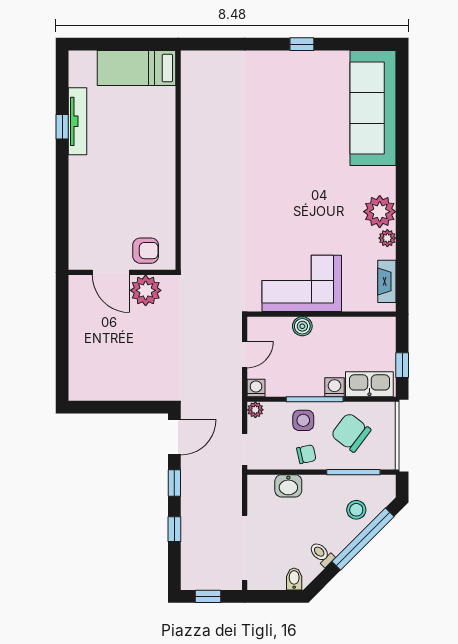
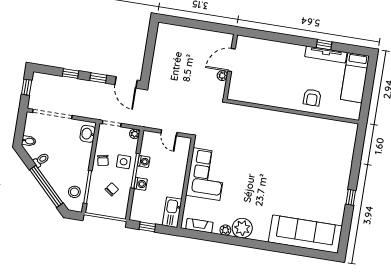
bed: (136, 68) -> (355, 78), moved, turned 180
armchair: (146, 251) -> (312, 98), moved
plant: (146, 290) -> (222, 76), width x0.53, depth x0.53
boiler: (302, 326) -> (180, 170), removed
kitchen sink: (369, 384) -> (172, 212), moved, turned 180
washing machine: (256, 388) -> (144, 162), moved
chair: (351, 432) -> (112, 189), width x0.54, depth x0.54
washbasin: (288, 486) -> (88, 134), moved
stool: (356, 510) -> (74, 192), moved

